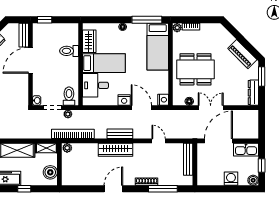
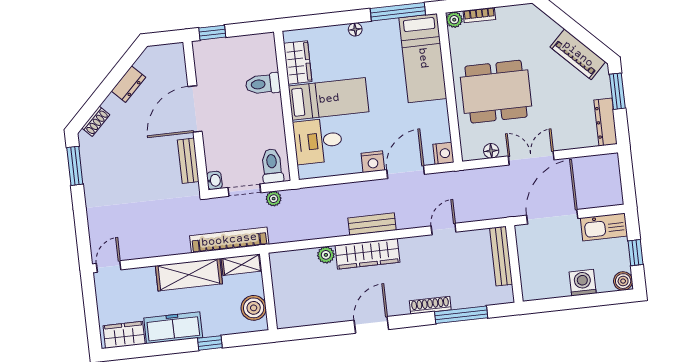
bench: (24, 35) -> (188, 161), moved
door: (141, 108) -> (406, 172), hinge flipped
bookcase: (73, 134) -> (229, 240), moved
door: (159, 141) -> (444, 229), hinge flipped
plant: (67, 148) -> (326, 255), moved

